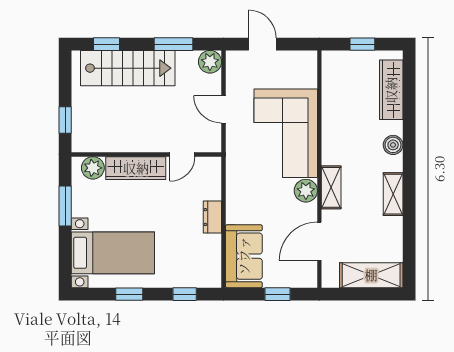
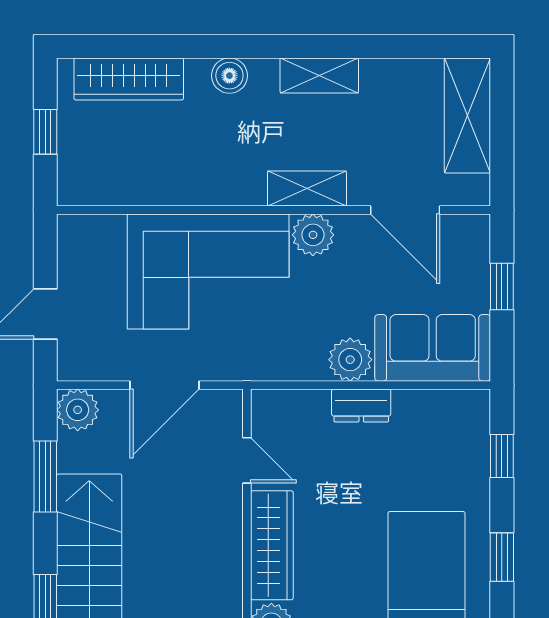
door: (224, 109) -> (164, 385), width x1.38
plant: (237, 211) -> (350, 360), added

